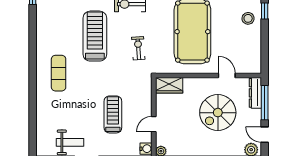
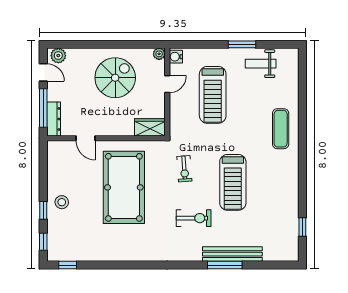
exercise mat: (59, 73) -> (281, 129), moved
spiral stairs: (218, 113) -> (115, 78), moved
treadmill: (113, 114) -> (213, 95), width x1.37, depth x1.37

